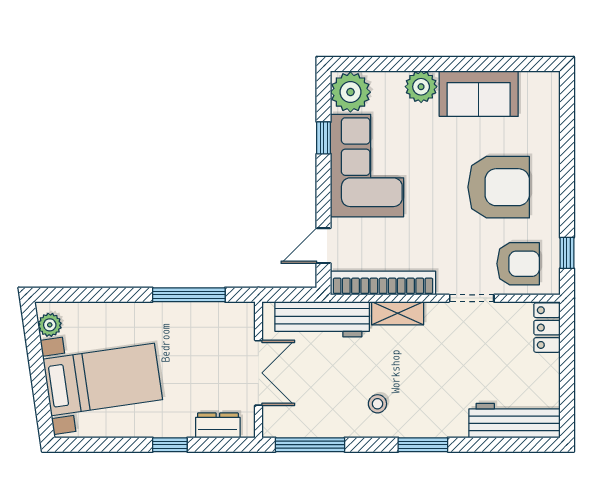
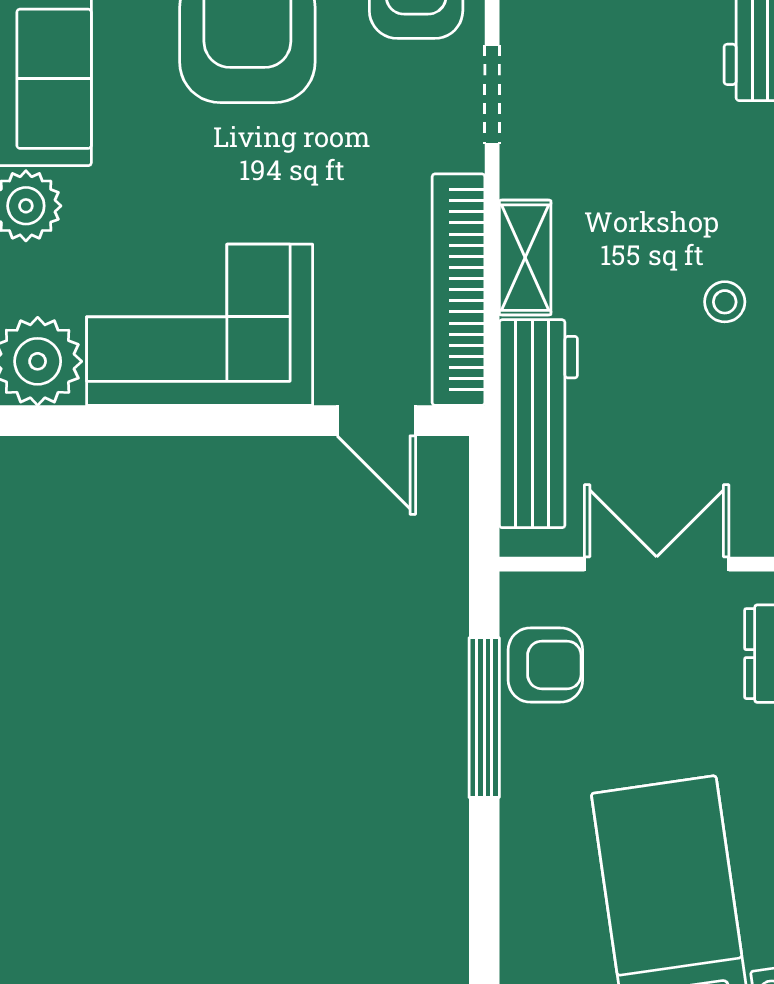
window: (324, 138) -> (139, 421), removed
armchair: (213, 322) -> (545, 665), added

